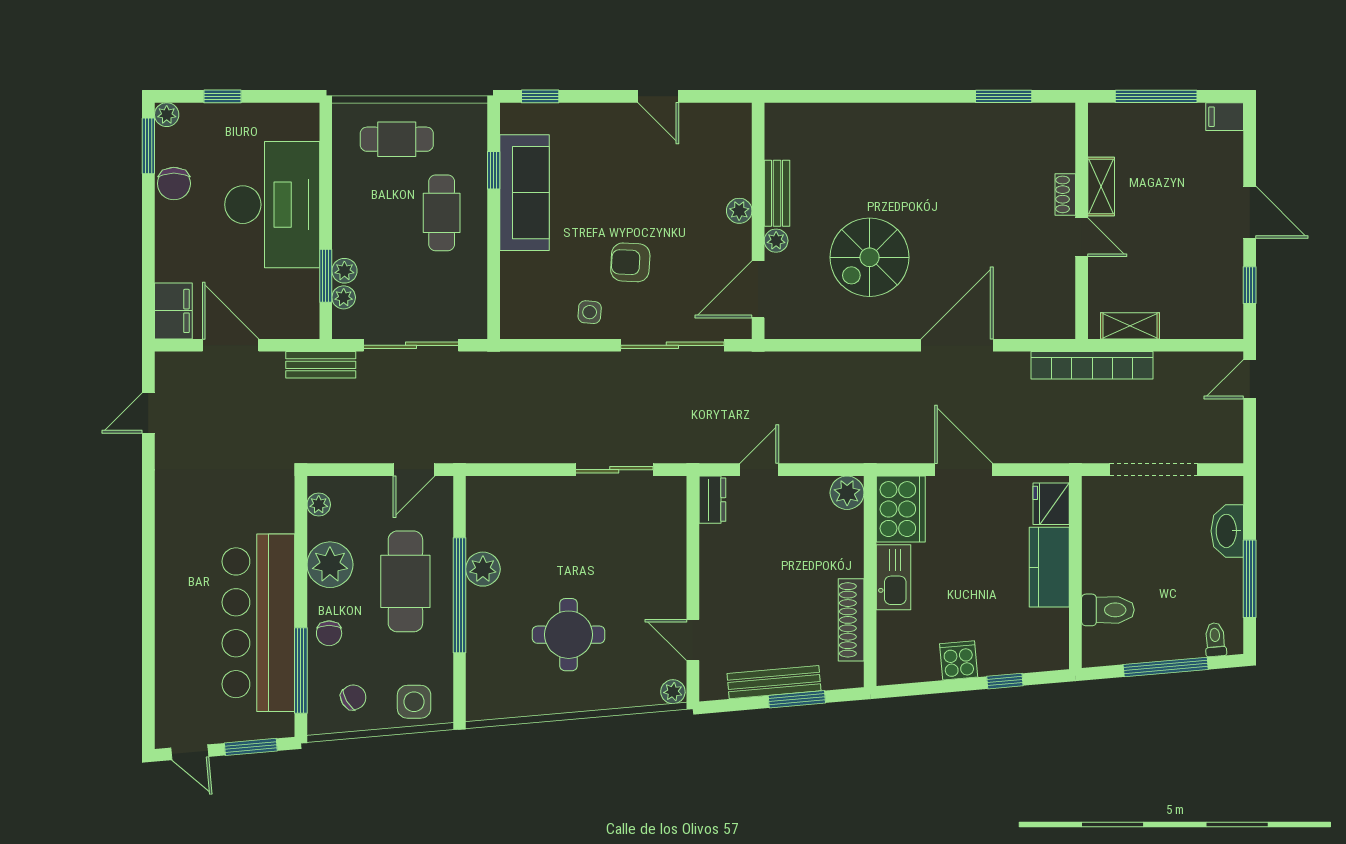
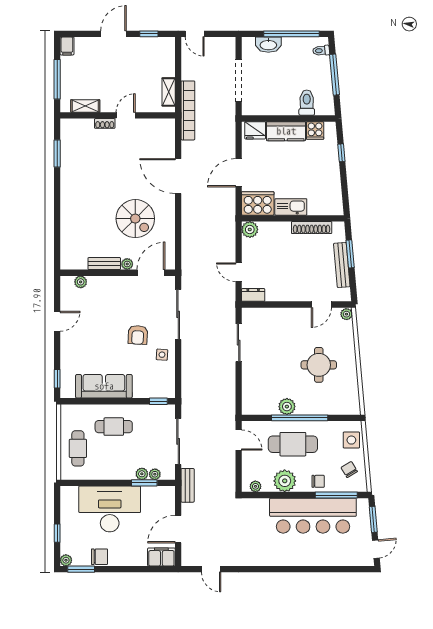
window: (494, 170) -> (158, 401), moved
shelving: (1101, 186) -> (85, 106), moved
plant: (739, 211) -> (81, 282), moved
door: (758, 289) -> (151, 273), swing flipped
window: (1250, 579) -> (292, 34), width x1.46
cooker: (959, 660) -> (315, 130), moved, turned -85

